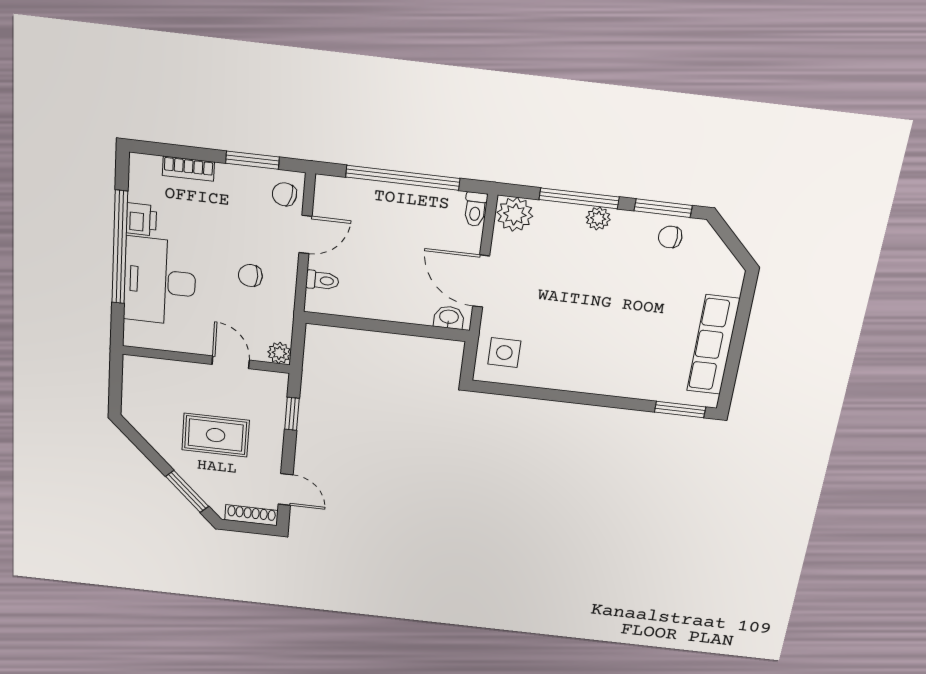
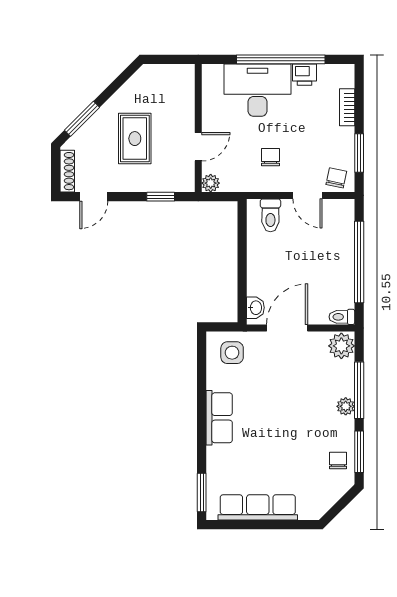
toilet: (322, 280) -> (270, 215), width x1.37, depth x1.39
row of seats: (587, 378) -> (219, 418), added

